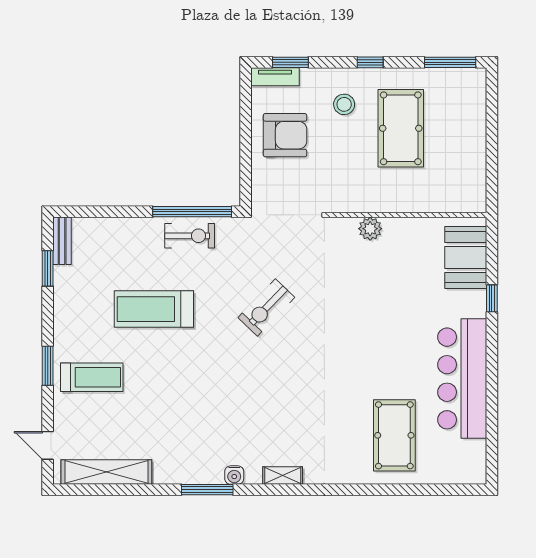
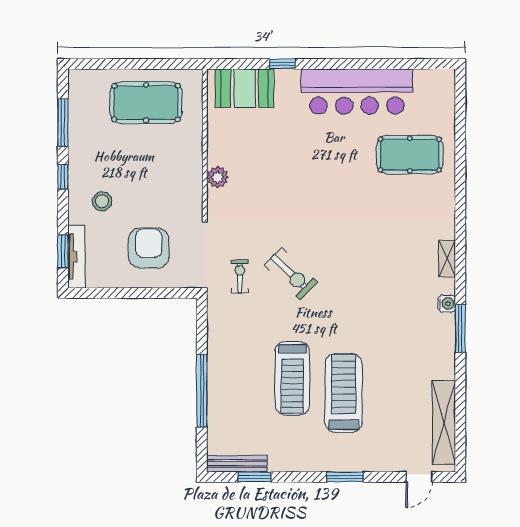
window: (450, 62) -> (63, 123), moved
tv unit: (275, 77) -> (76, 256), width x1.41
pool table: (401, 128) -> (146, 103), moved
armchair: (285, 135) -> (149, 248), moved
window: (192, 212) -> (202, 391), moved
exercise bike: (190, 236) -> (240, 276), moved, width x0.73, depth x0.72
bench: (62, 241) -> (237, 464), width x1.36
treadmill: (92, 377) -> (344, 393), moved, width x1.37, depth x1.37

